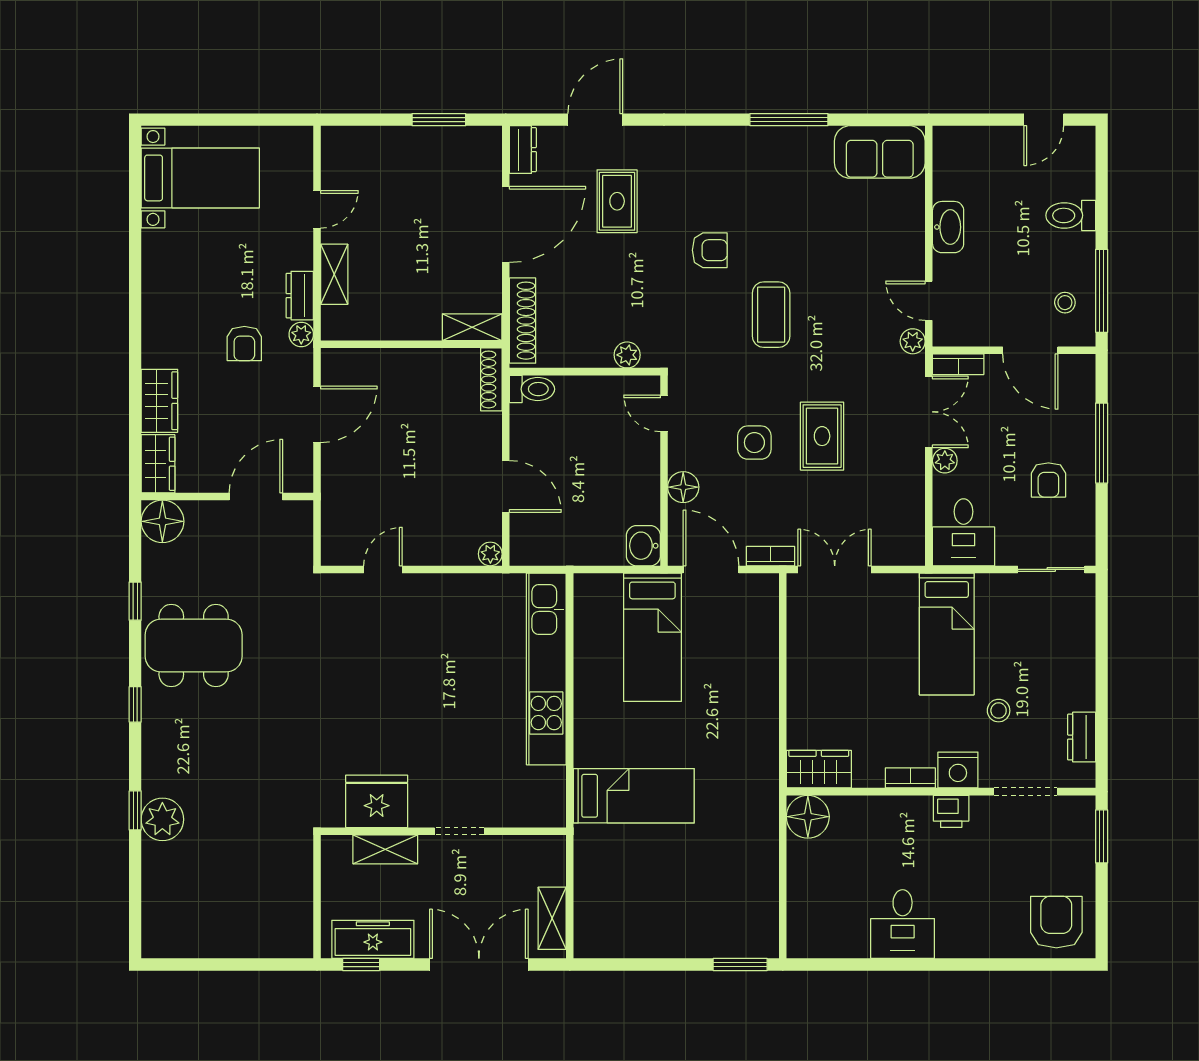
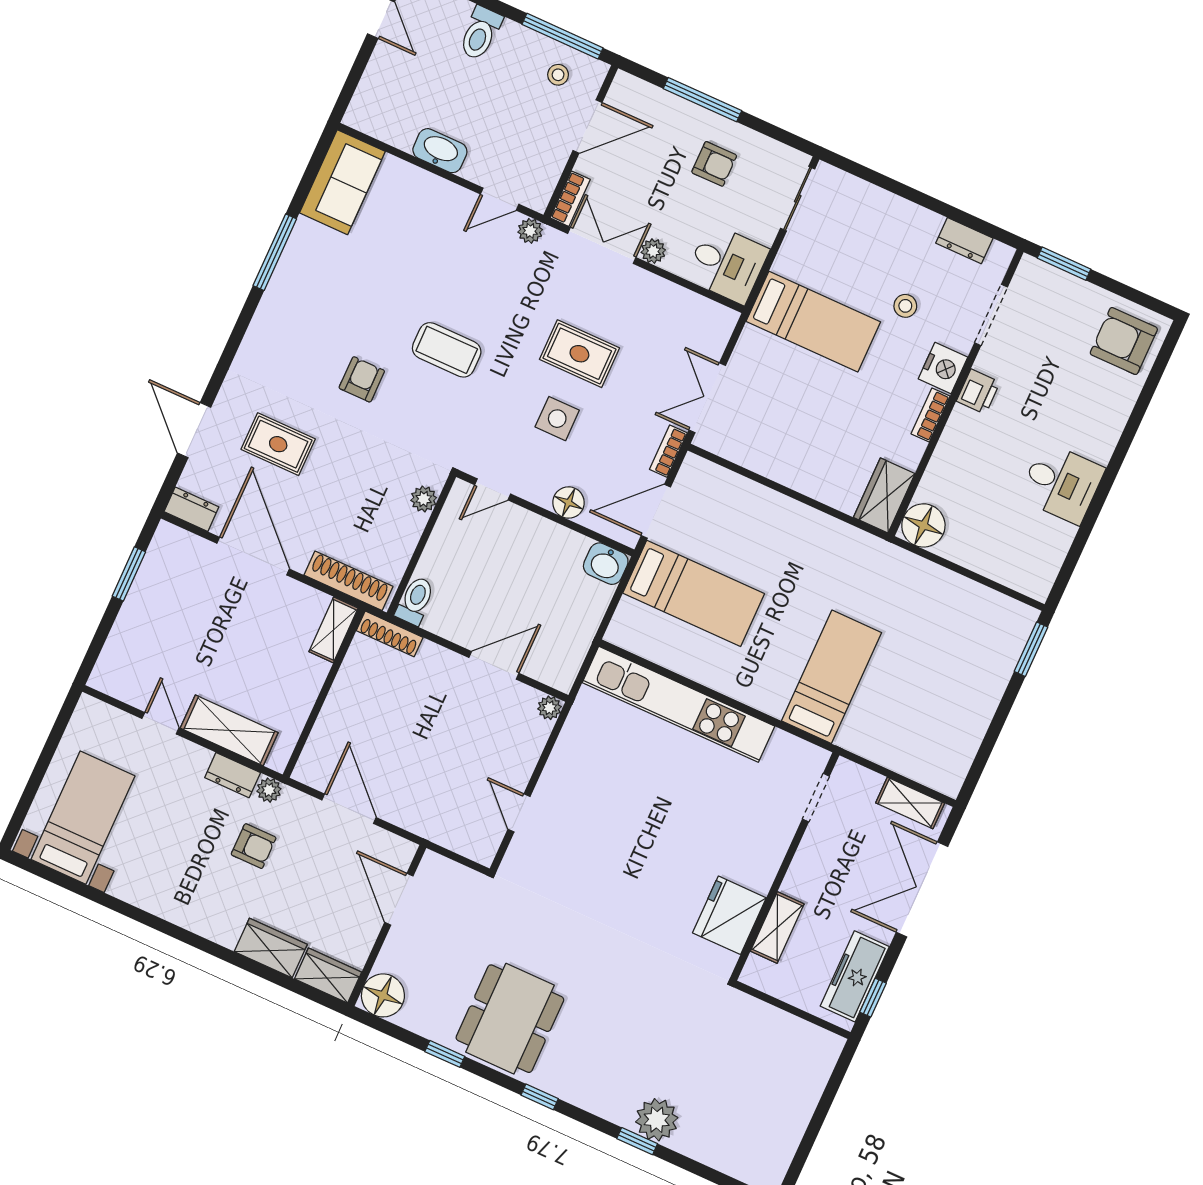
shelving: (334, 274) -> (229, 730), width x1.50, depth x1.33
doorway: (459, 831) -> (816, 798), moved

